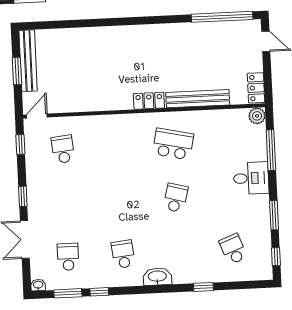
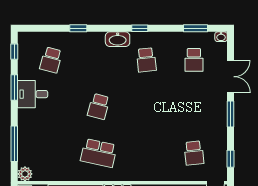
desk: (251, 178) -> (33, 94), moved
window: (23, 196) -> (231, 114), width x1.50
school desk: (233, 249) -> (51, 60), turned 36
window: (99, 292) -> (140, 28), moved

